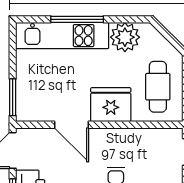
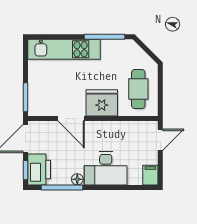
window: (77, 19) -> (104, 37), moved
plant: (125, 37) -> (113, 51), removed

